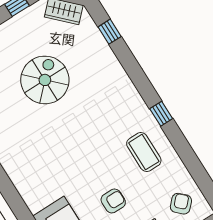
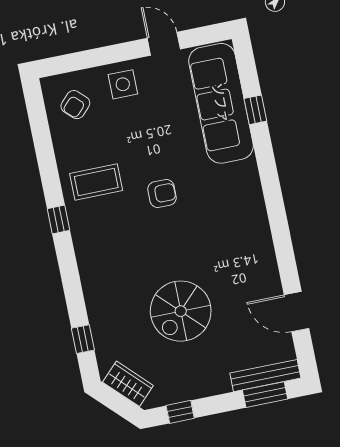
coffee table: (144, 152) -> (96, 182), turned 90
armchair: (113, 201) -> (162, 193), moved, turned 180

